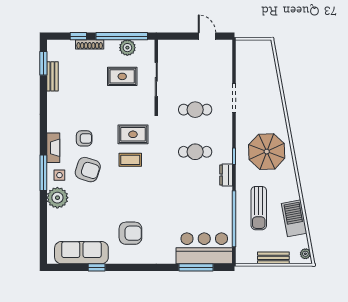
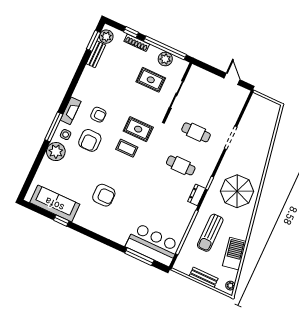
plant: (55, 53) -> (106, 37), added
armchair: (88, 170) -> (90, 140), turned 72
armchair: (130, 233) -> (104, 195), moved

